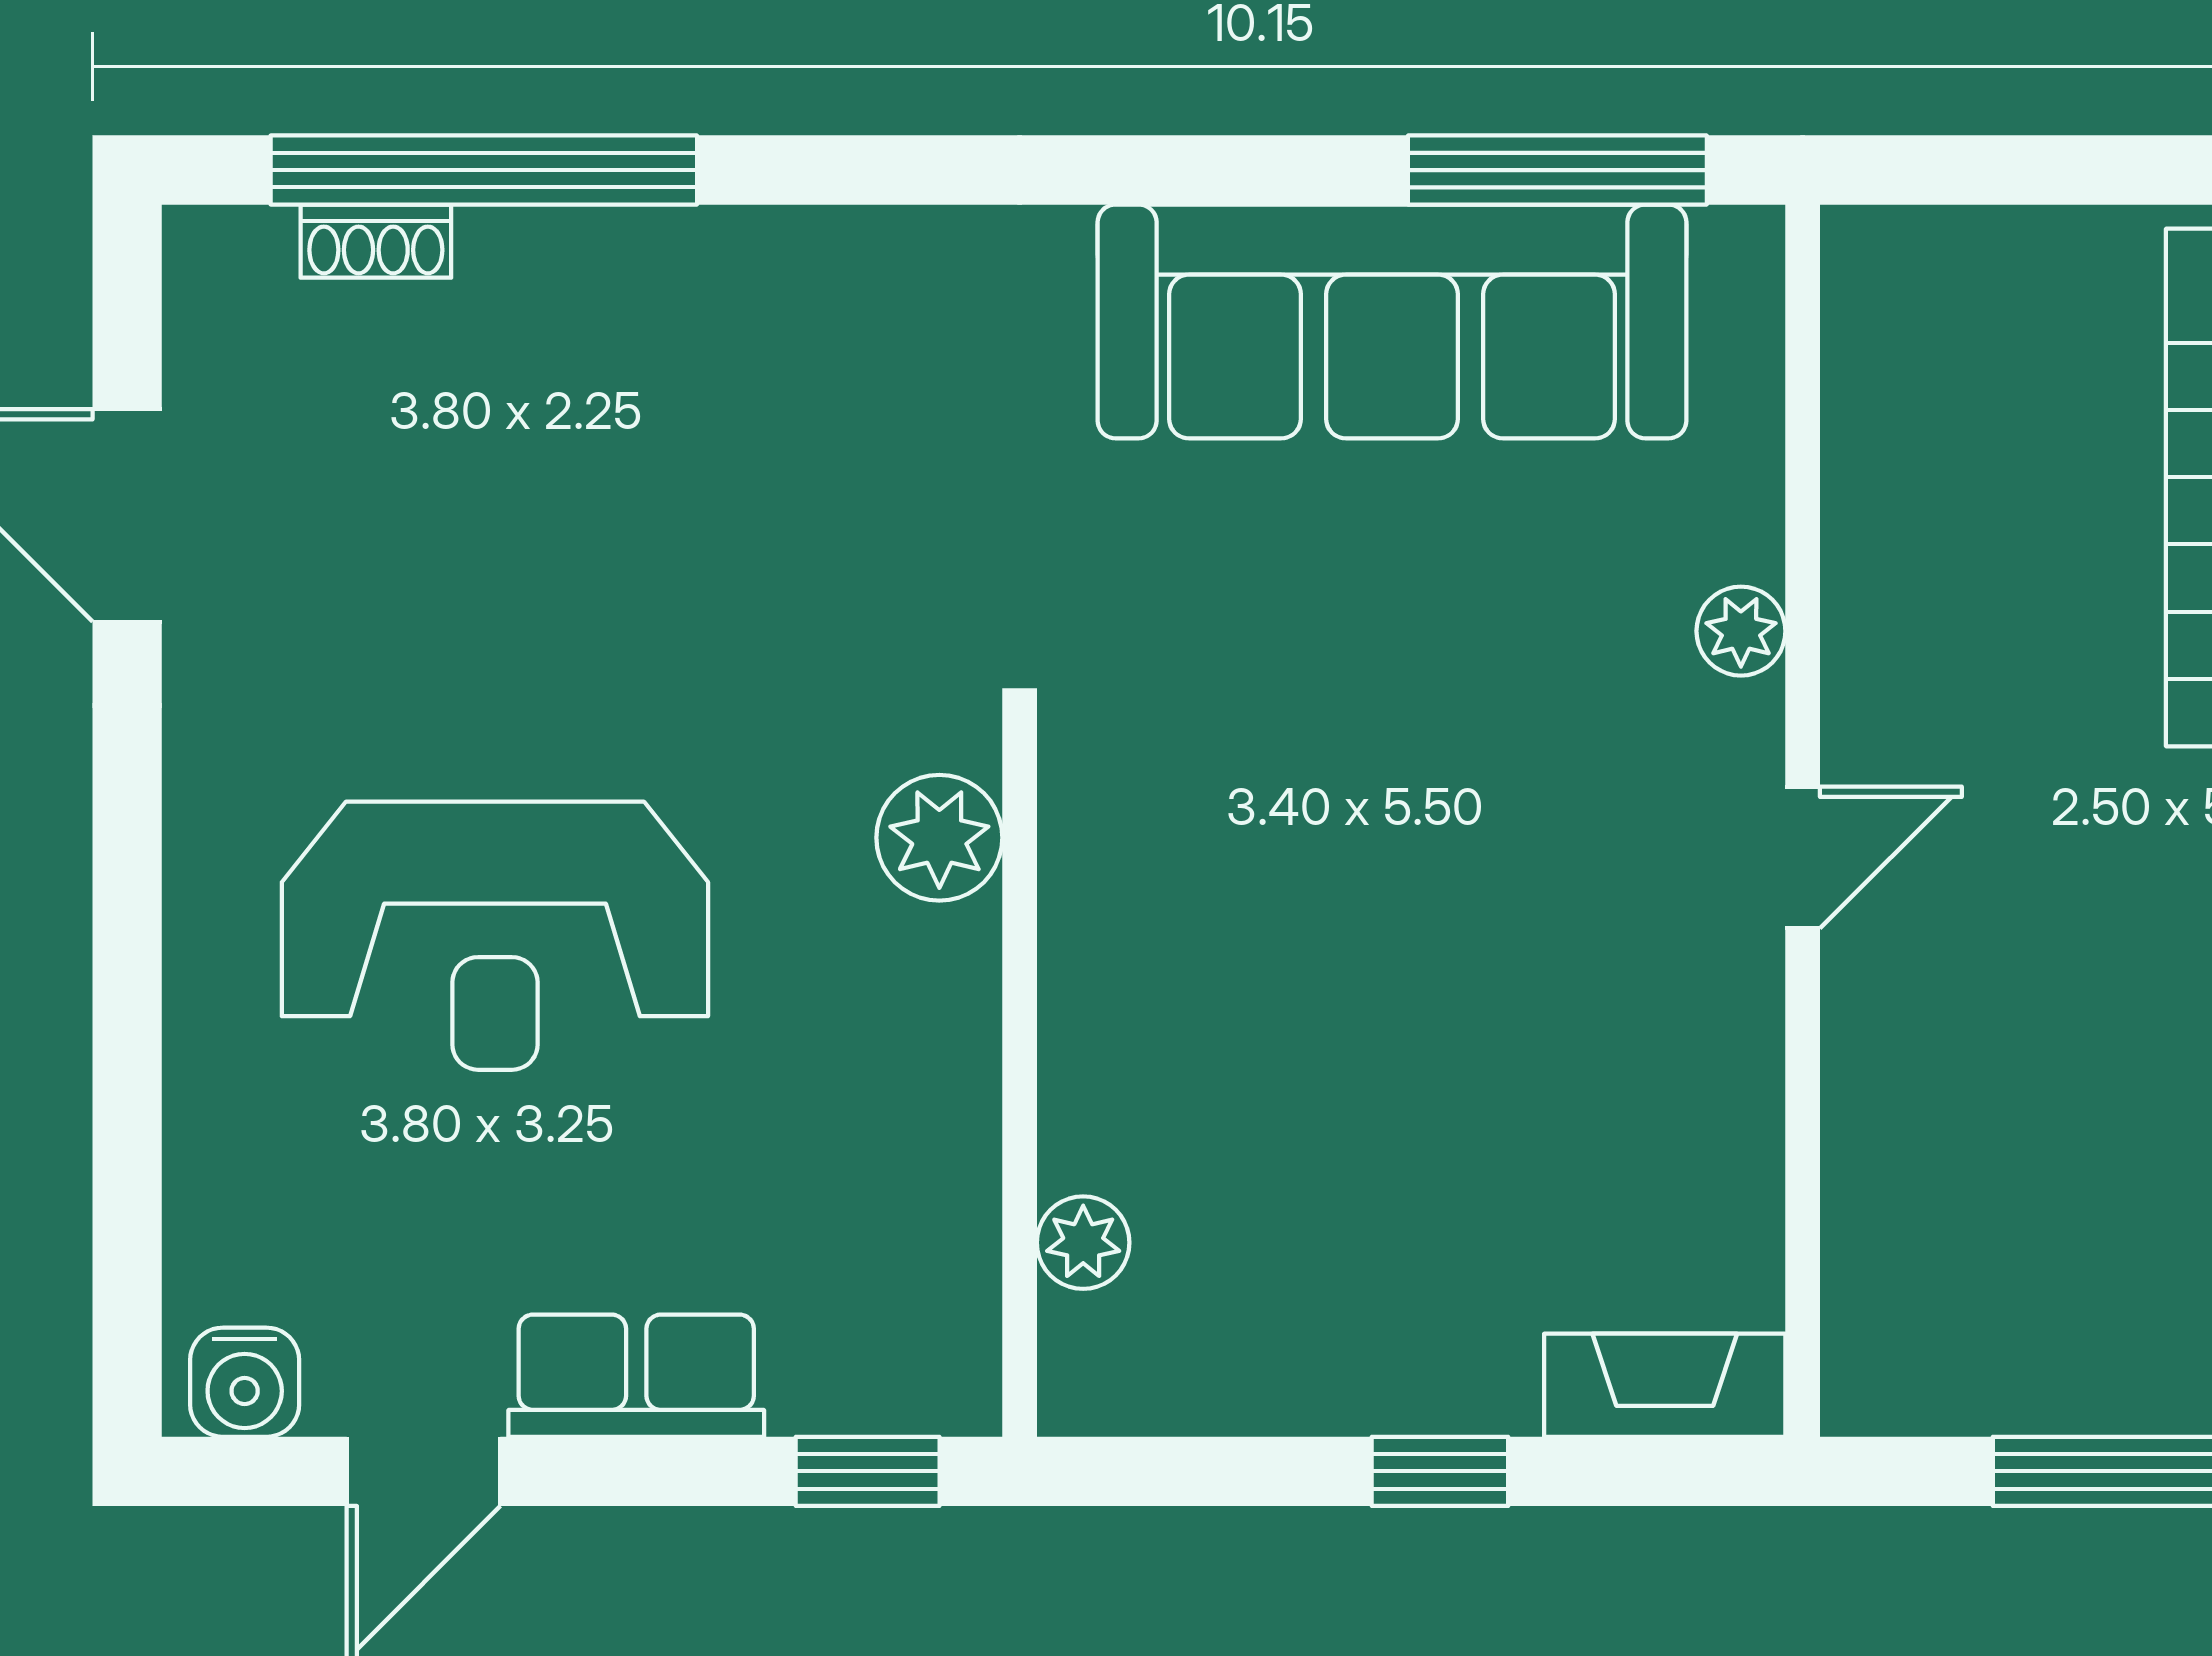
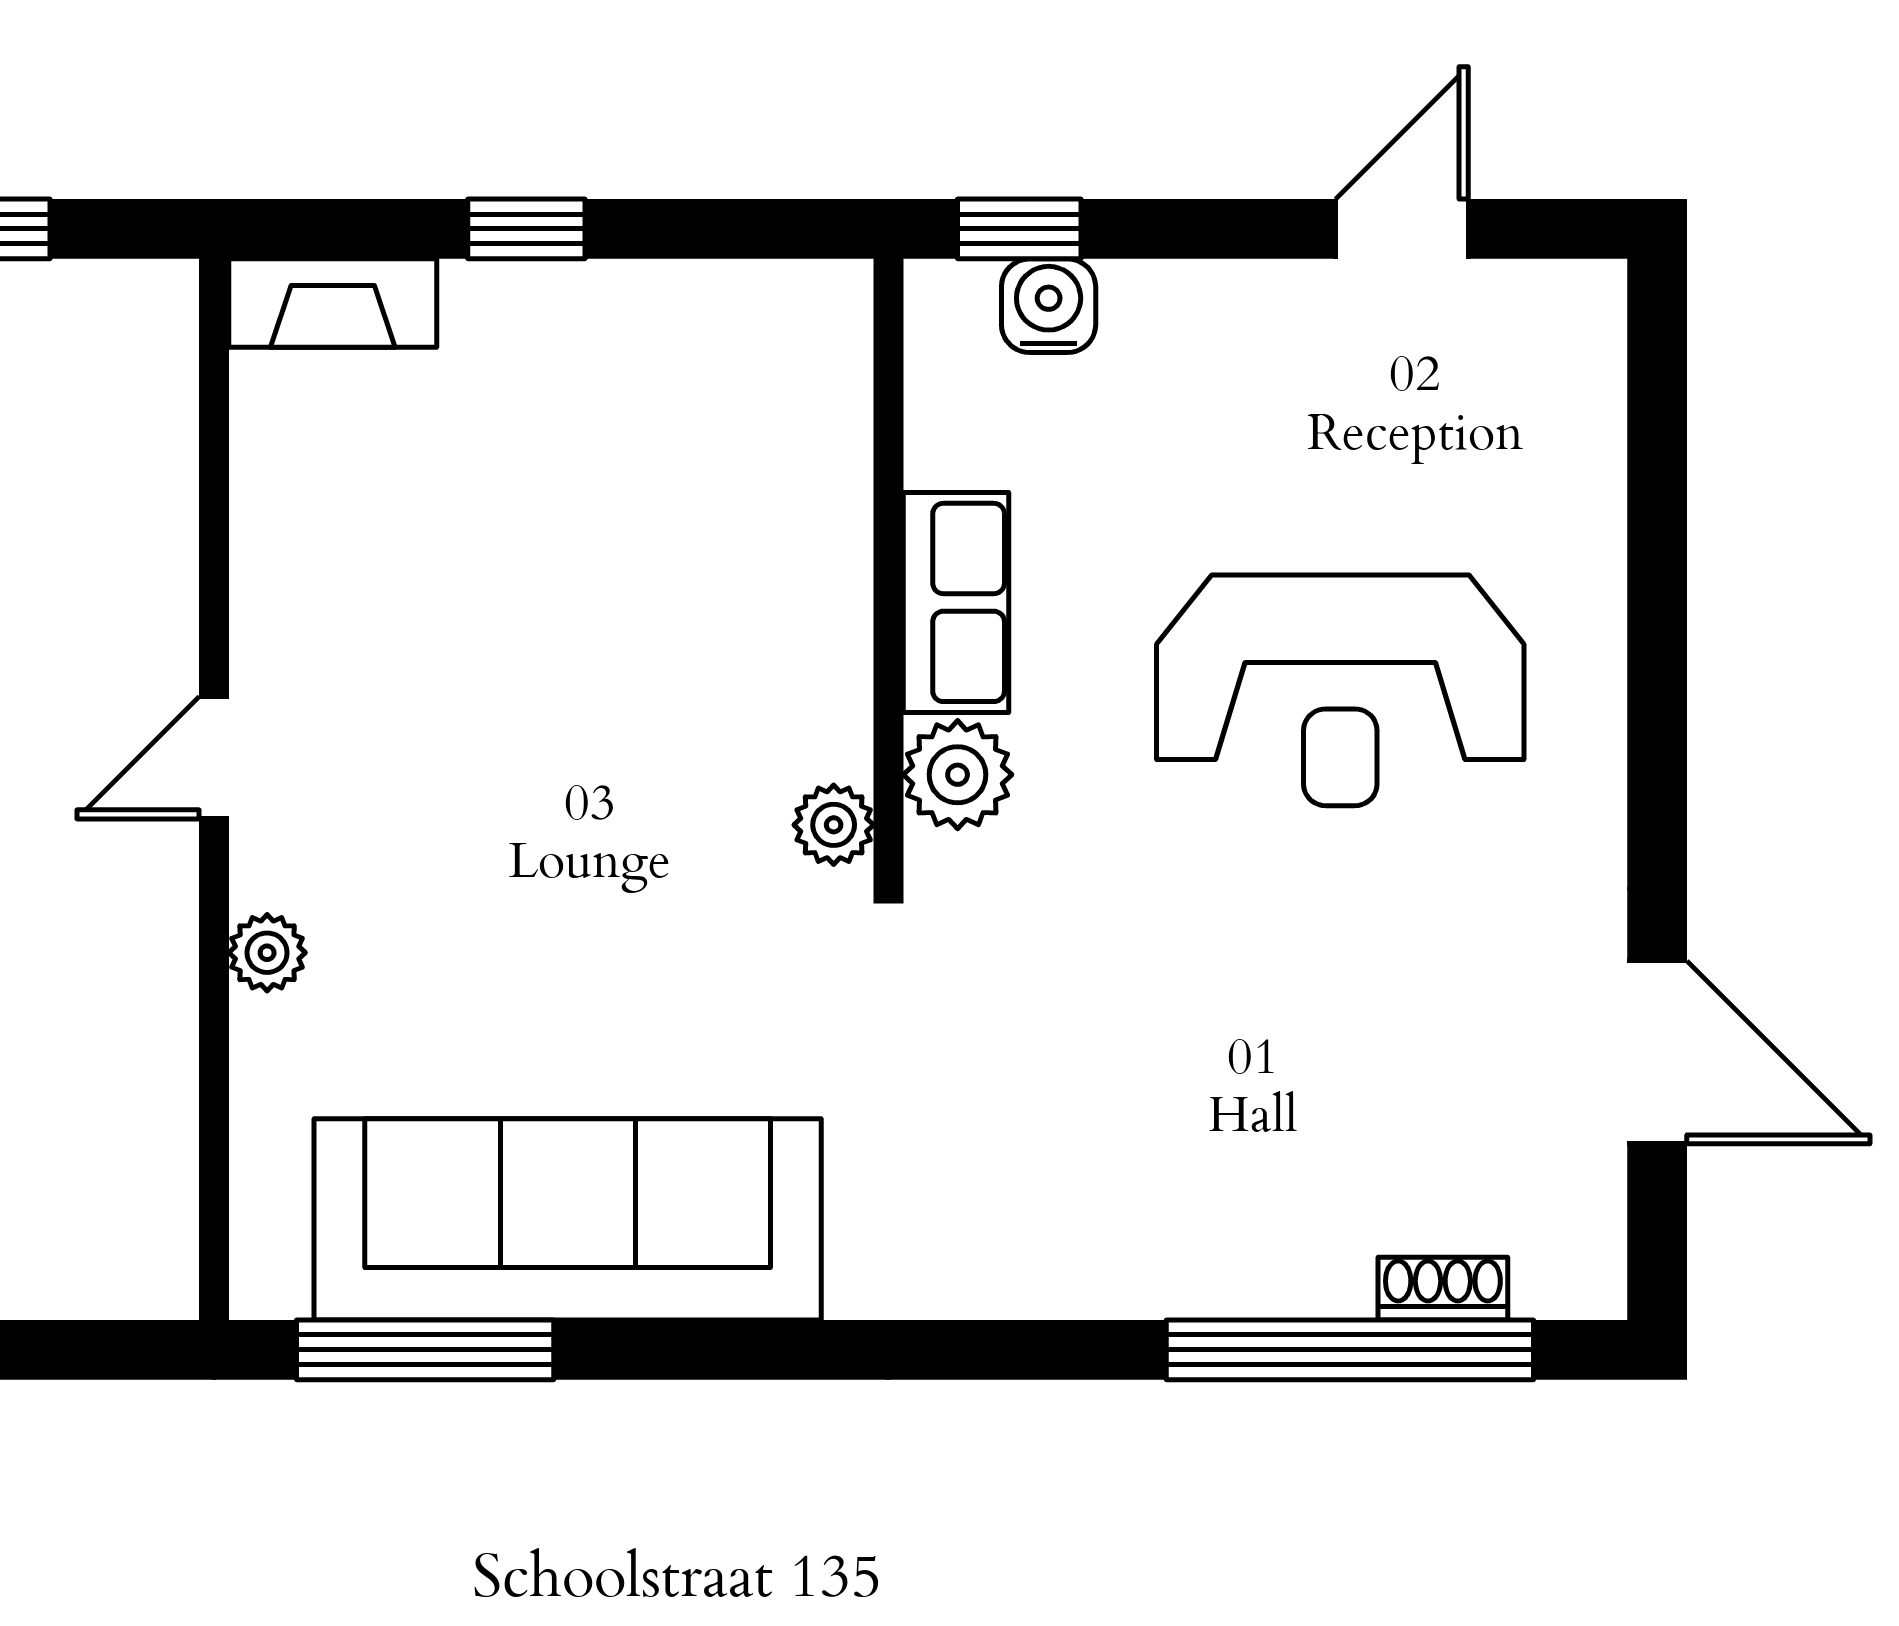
reception desk: (495, 936) -> (1340, 690), turned 180
plant: (1083, 1243) -> (834, 825), moved
row of seats: (636, 1376) -> (956, 602), moved, turned -90
water cooler: (245, 1382) -> (1049, 306), moved

